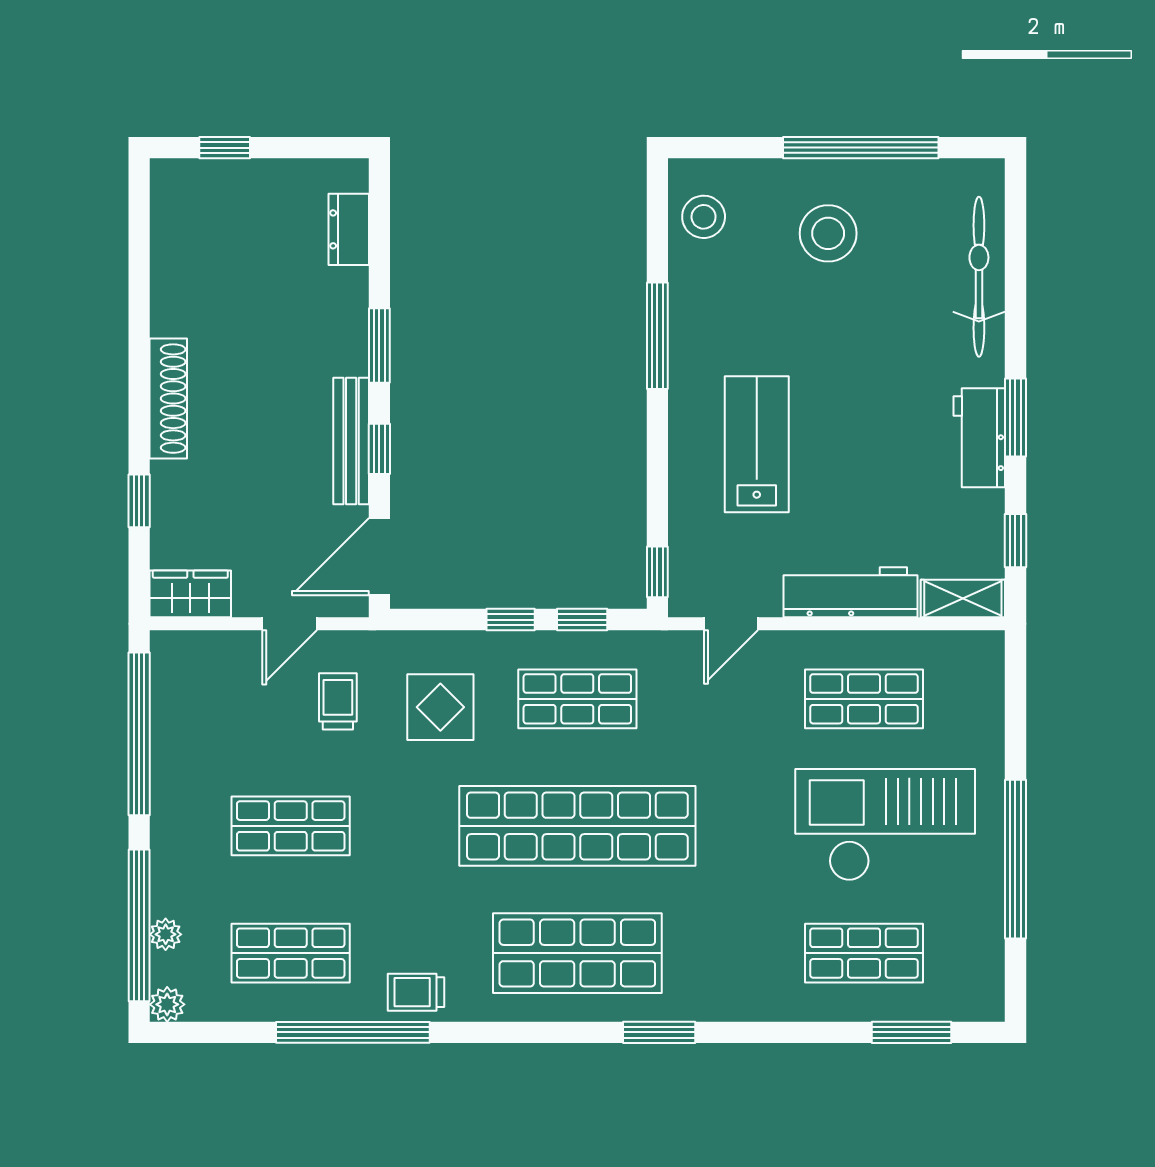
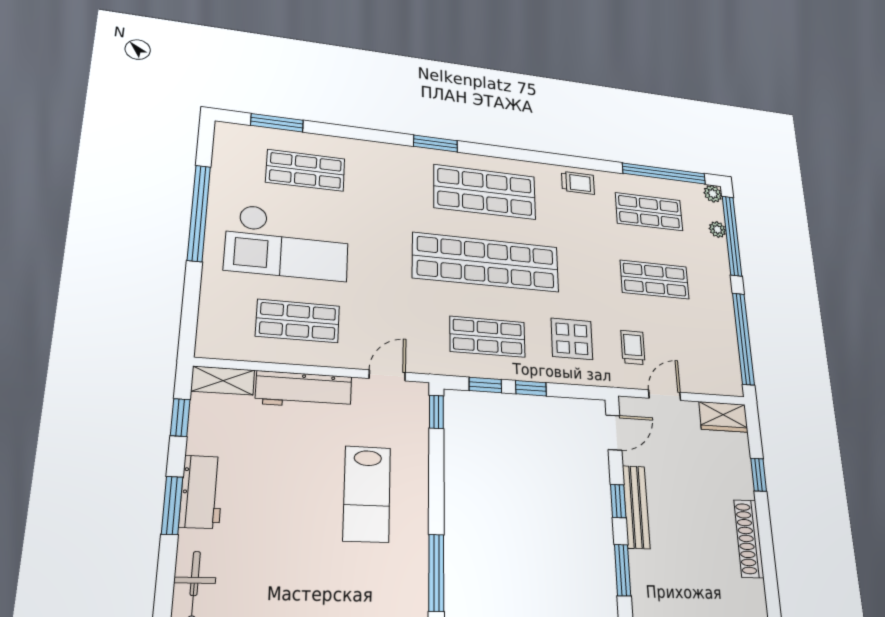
door: (379, 557) -> (614, 433), width x0.73
trolley: (338, 701) -> (633, 347), turned 180
window: (353, 1032) -> (664, 174), moved

